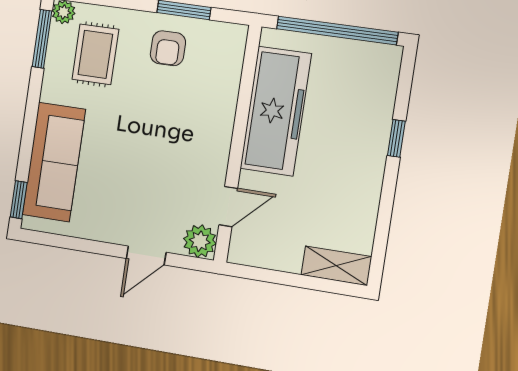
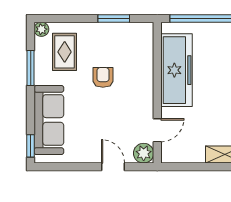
window: (42, 39) -> (31, 68), moved
armchair: (168, 48) -> (103, 77), moved, turned 180
door: (146, 255) -> (113, 167), swing flipped

